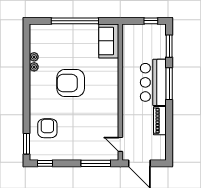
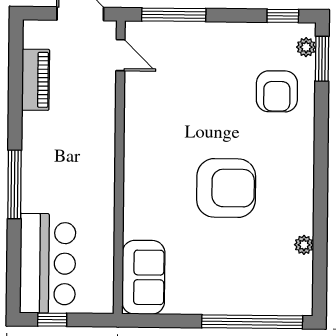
window: (75, 21) -> (252, 322), moved
window: (169, 46) -> (14, 265), removed
plant: (34, 67) -> (306, 47), moved
bar counter: (153, 82) -> (48, 263), moved
piano: (160, 121) -> (36, 80), moved

